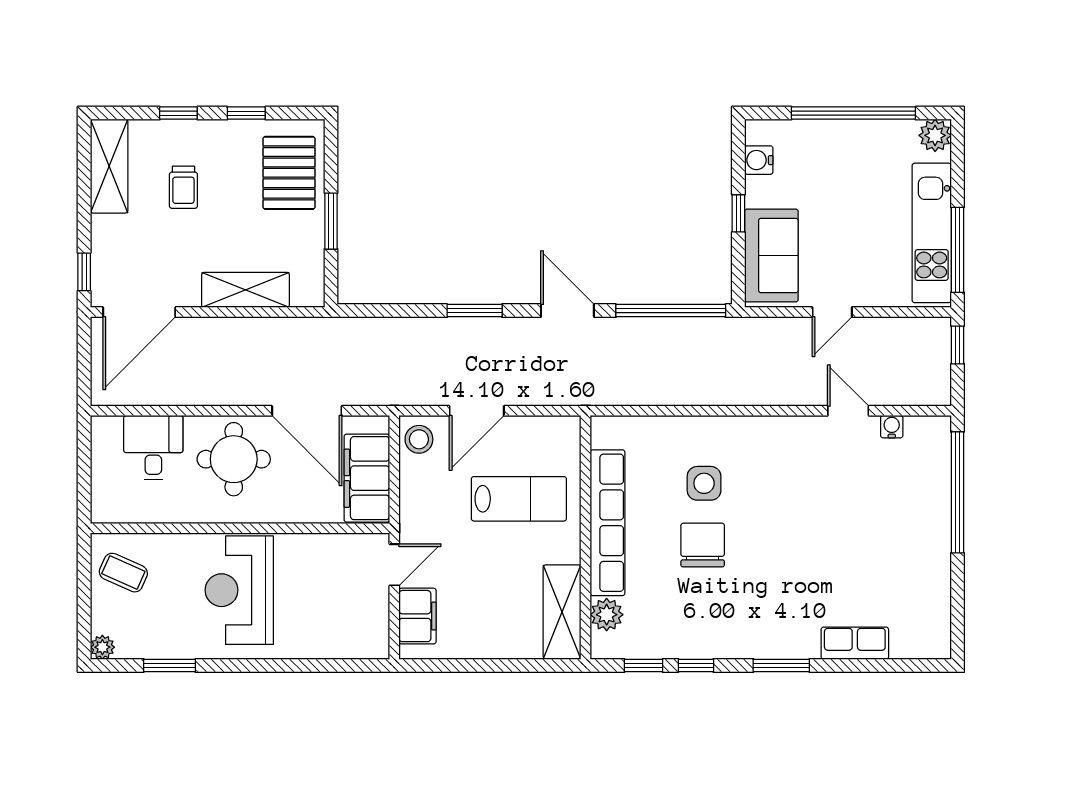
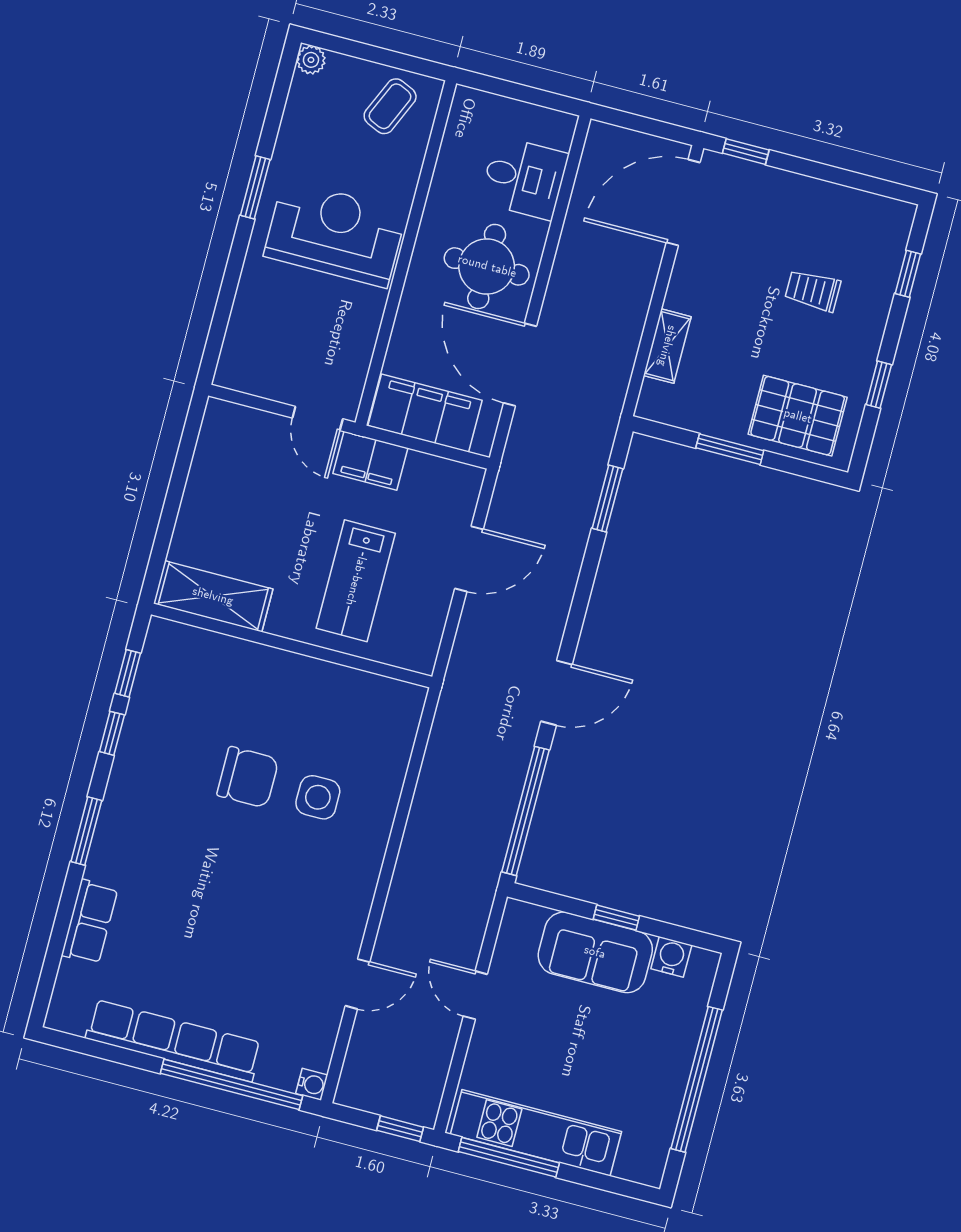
window: (178, 113) -> (908, 274), moved
plant: (935, 135) -> (646, 1166), removed
shelving: (109, 166) -> (859, 212), removed
sofa: (771, 256) -> (595, 952), moved
shelving: (245, 290) -> (667, 346), width x0.67, depth x0.75
window: (475, 311) -> (607, 499), moved
door: (139, 312) -> (683, 203), hinge flipped
door: (307, 411) -> (520, 365), hinge flipped
door: (477, 411) -> (469, 559), swing flipped
water cooler: (892, 427) -> (312, 1084), moved
stool: (419, 439) -> (454, 484), removed
row of seats: (608, 523) -> (174, 1041), moved, turned 180
plant: (607, 615) -> (197, 646), removed
filing cabinet: (417, 616) -> (370, 461), moved
window: (169, 665) -> (255, 187), moved

